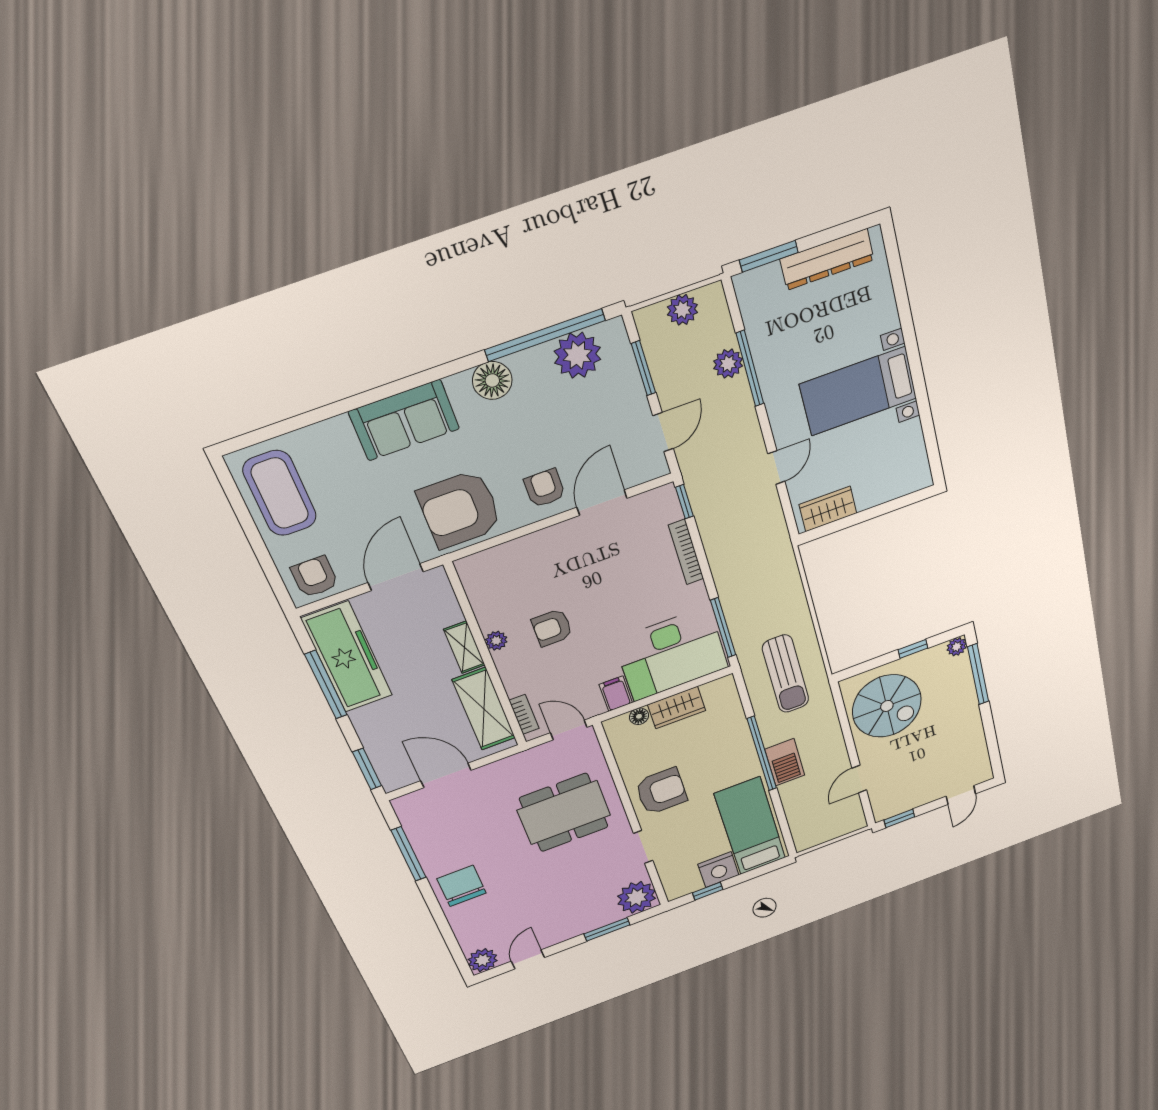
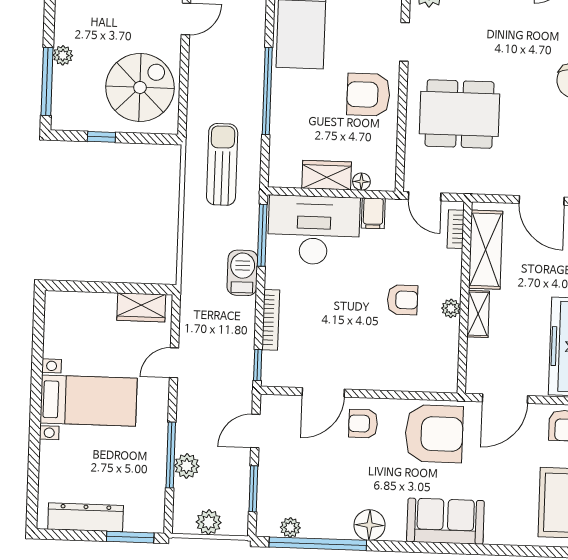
plant: (577, 355) -> (290, 528), width x0.53, depth x0.53
armchair: (545, 488) -> (363, 424), turned 90
plant: (957, 647) -> (63, 55), moved
spiral stairs: (887, 706) -> (140, 87), turned 90
barbecue: (785, 762) -> (242, 273), moved

